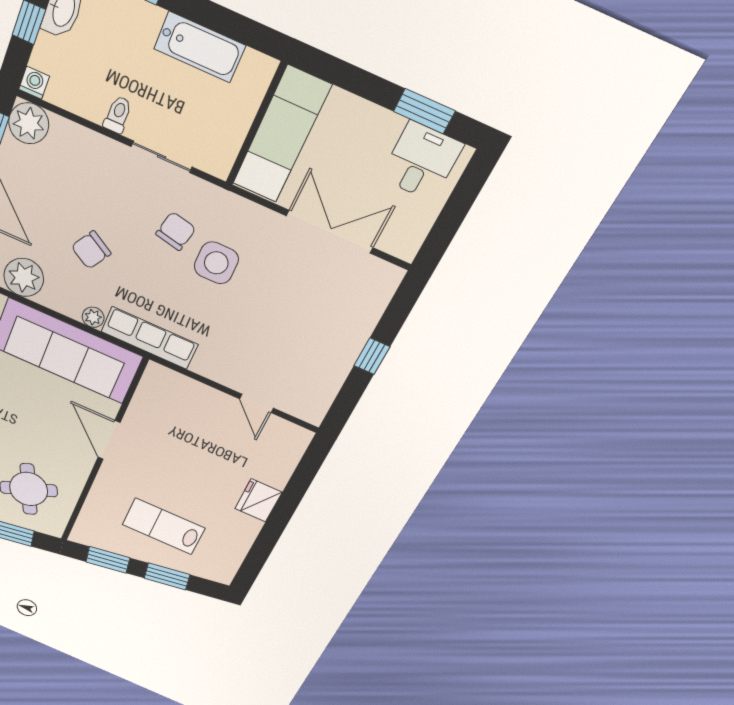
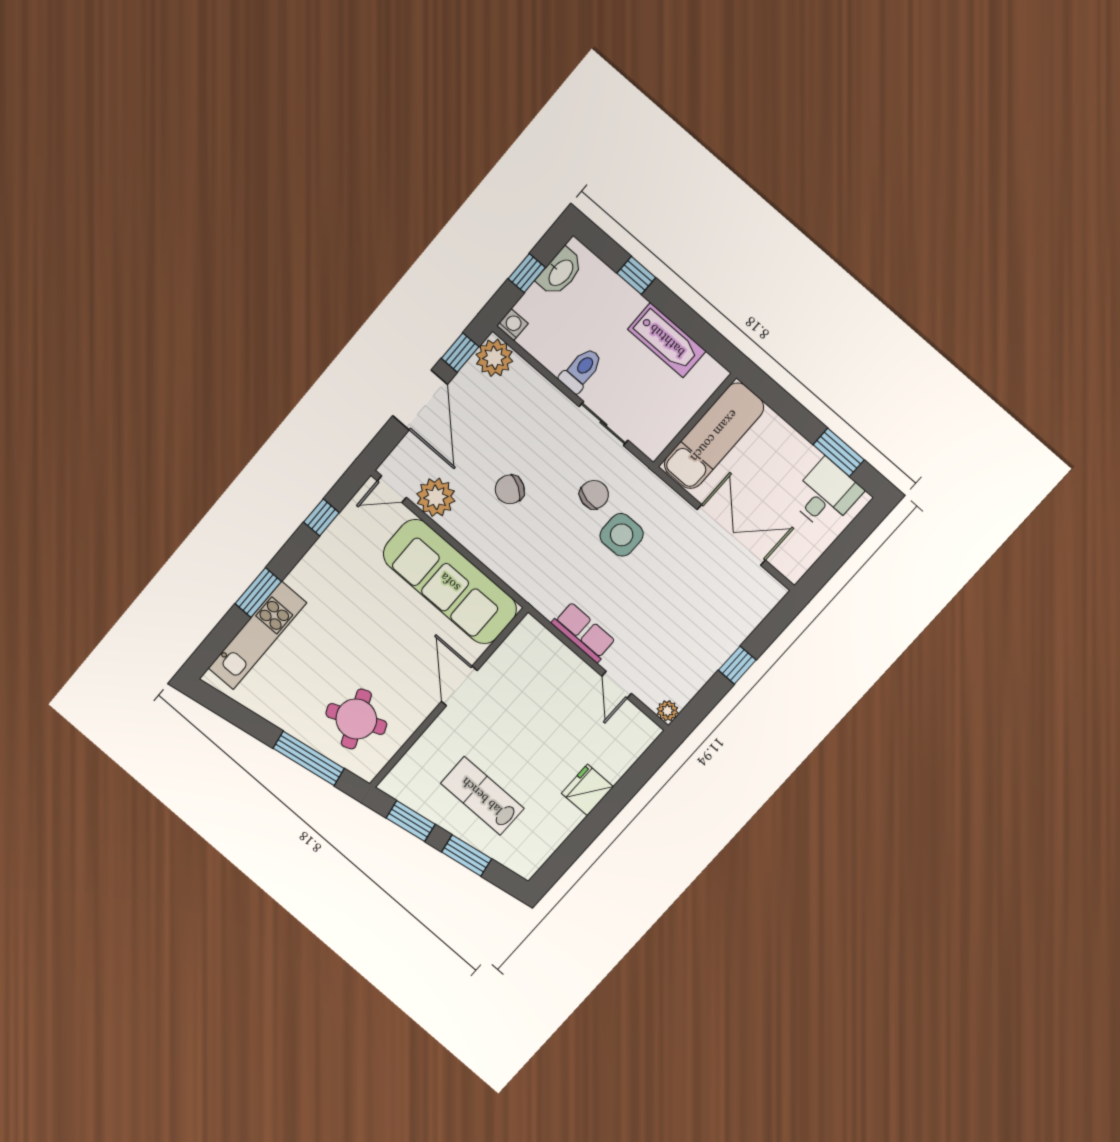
toilet: (118, 115) -> (581, 370), width x1.37, depth x1.39
plant: (93, 317) -> (667, 711), moved
row of seats: (150, 338) -> (583, 632), moved, width x0.68

